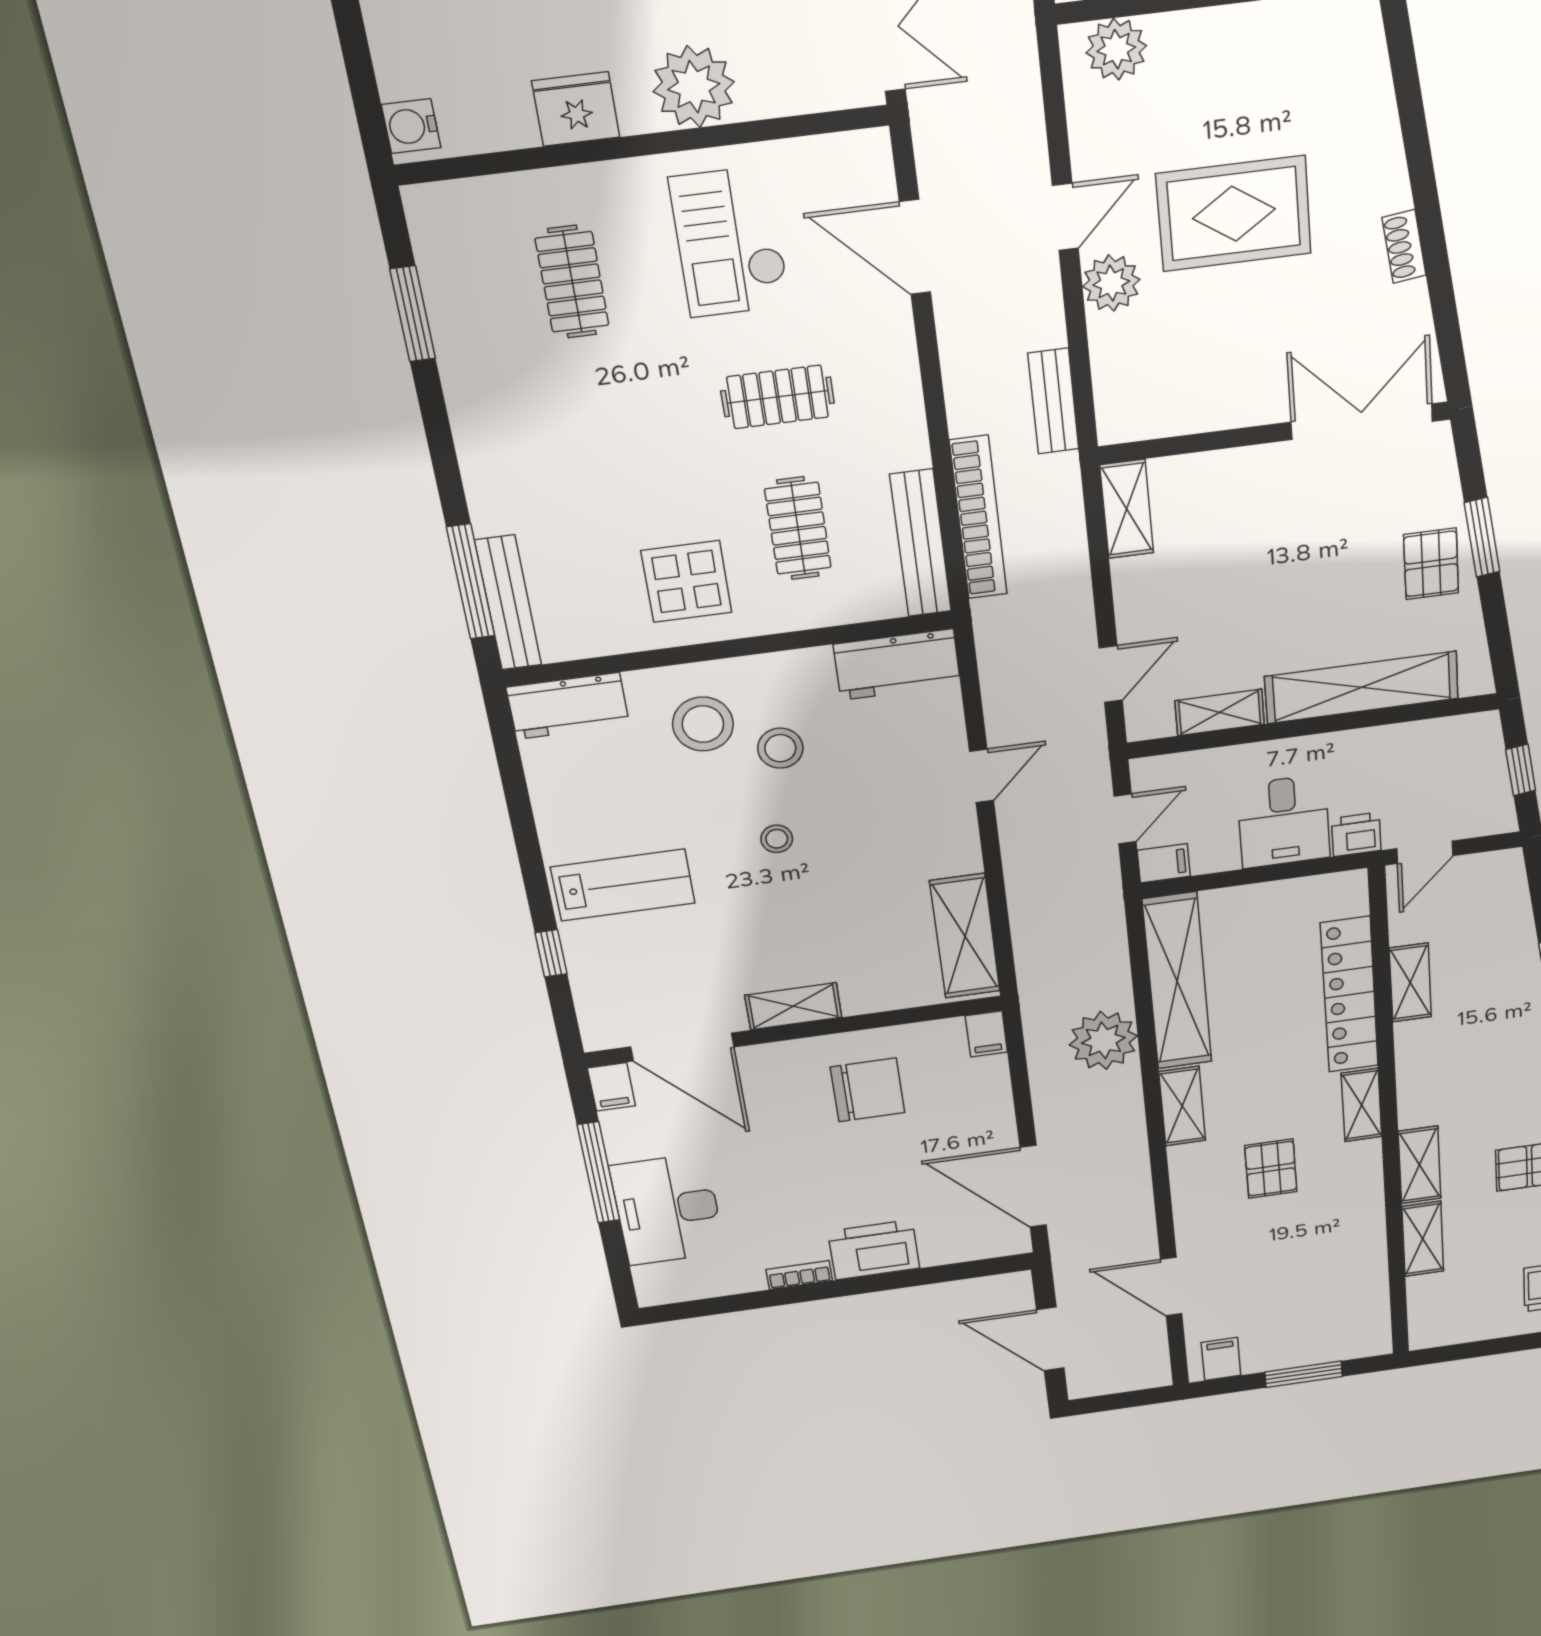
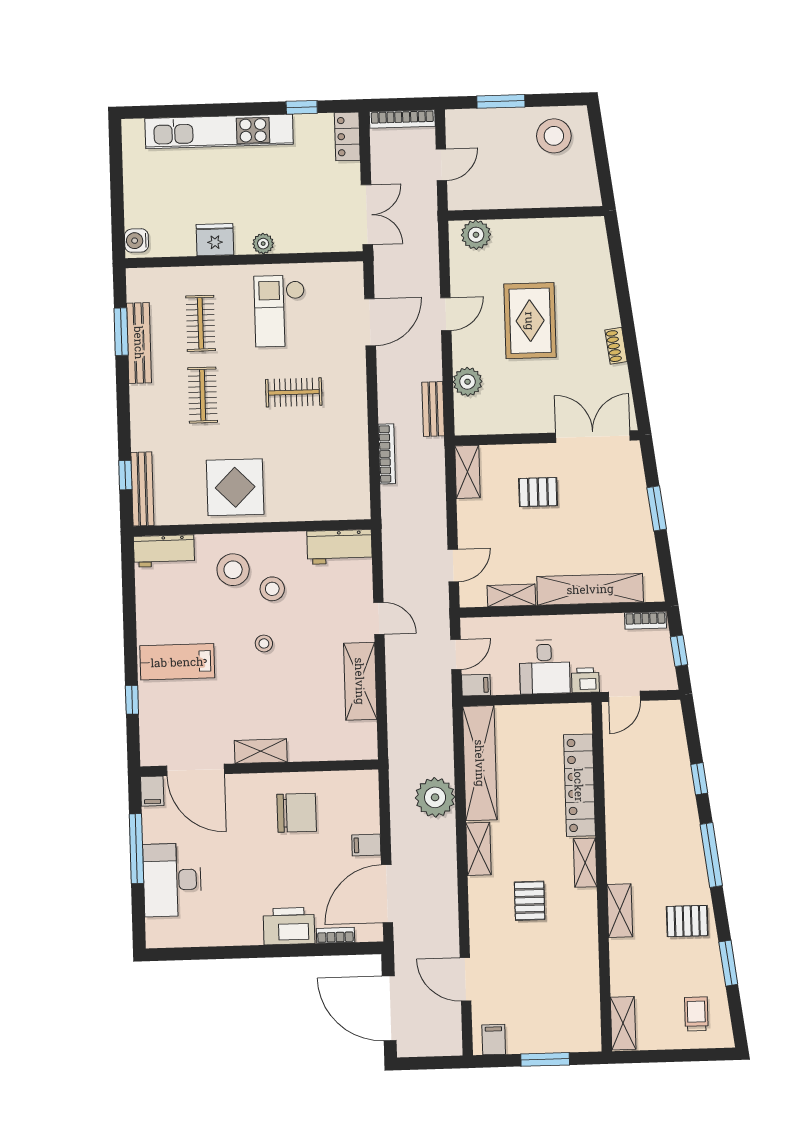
plant: (694, 87) -> (263, 244), width x0.53, depth x0.53
rug: (1234, 214) -> (530, 321), turned 90
door: (915, 247) -> (370, 322), swing flipped
plant: (1111, 283) -> (468, 382), moved
bookcase: (978, 518) -> (387, 454), width x0.68, depth x0.76
clothes rail: (798, 528) -> (203, 395), moved
bench: (921, 543) -> (139, 343), moved
pallet: (1431, 564) -> (538, 492), moved, turned 90
window: (471, 582) -> (125, 475), width x0.46
display table: (686, 582) -> (235, 487), width x1.36, depth x1.36
bookcase: (1462, 728) -> (646, 620), added
door: (981, 776) -> (379, 618), hinge flipped
lab bench: (623, 885) -> (177, 662), turned 180
shelving: (965, 936) -> (360, 681), moved
shelving: (1410, 982) -> (615, 781), removed
filing cabinet: (986, 1034) -> (366, 845), moved, turned 90
door: (1033, 1186) -> (387, 894), hinge flipped
shelving: (1423, 1239) -> (623, 1023), moved
bookcase: (799, 1275) -> (335, 935), moved
door: (1050, 1339) -> (389, 1008), width x1.36

